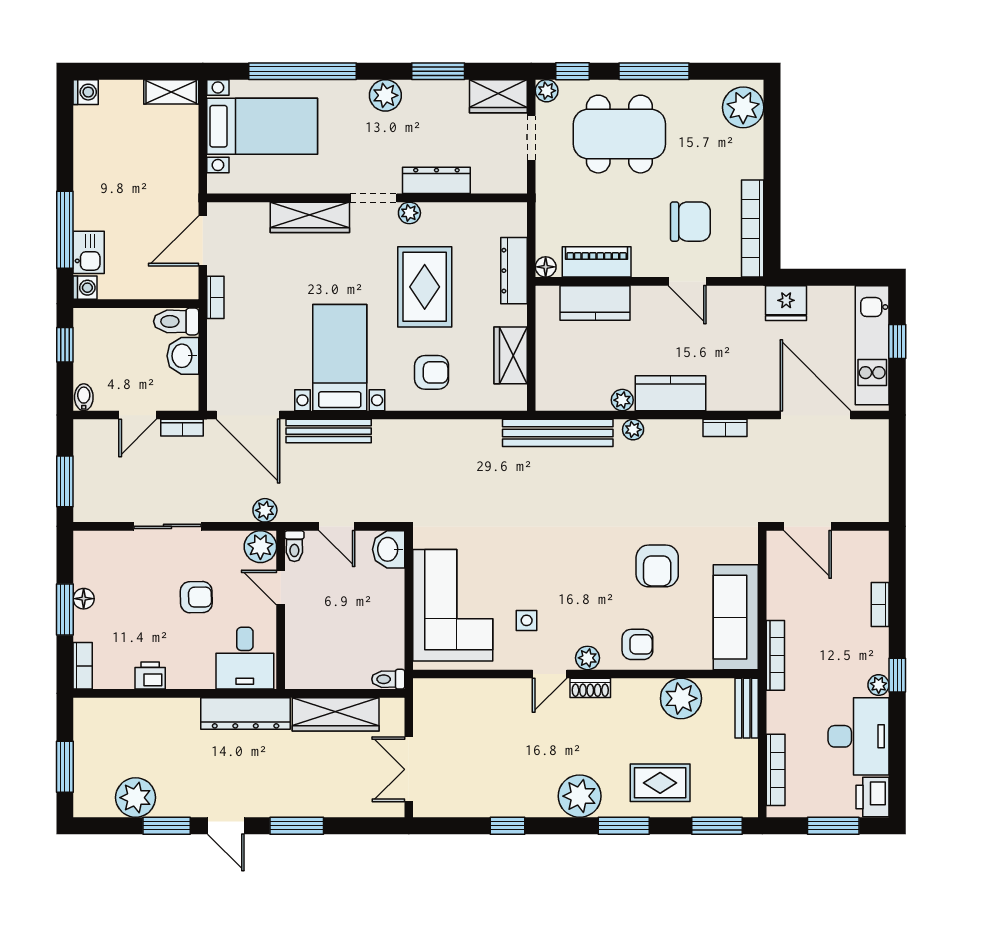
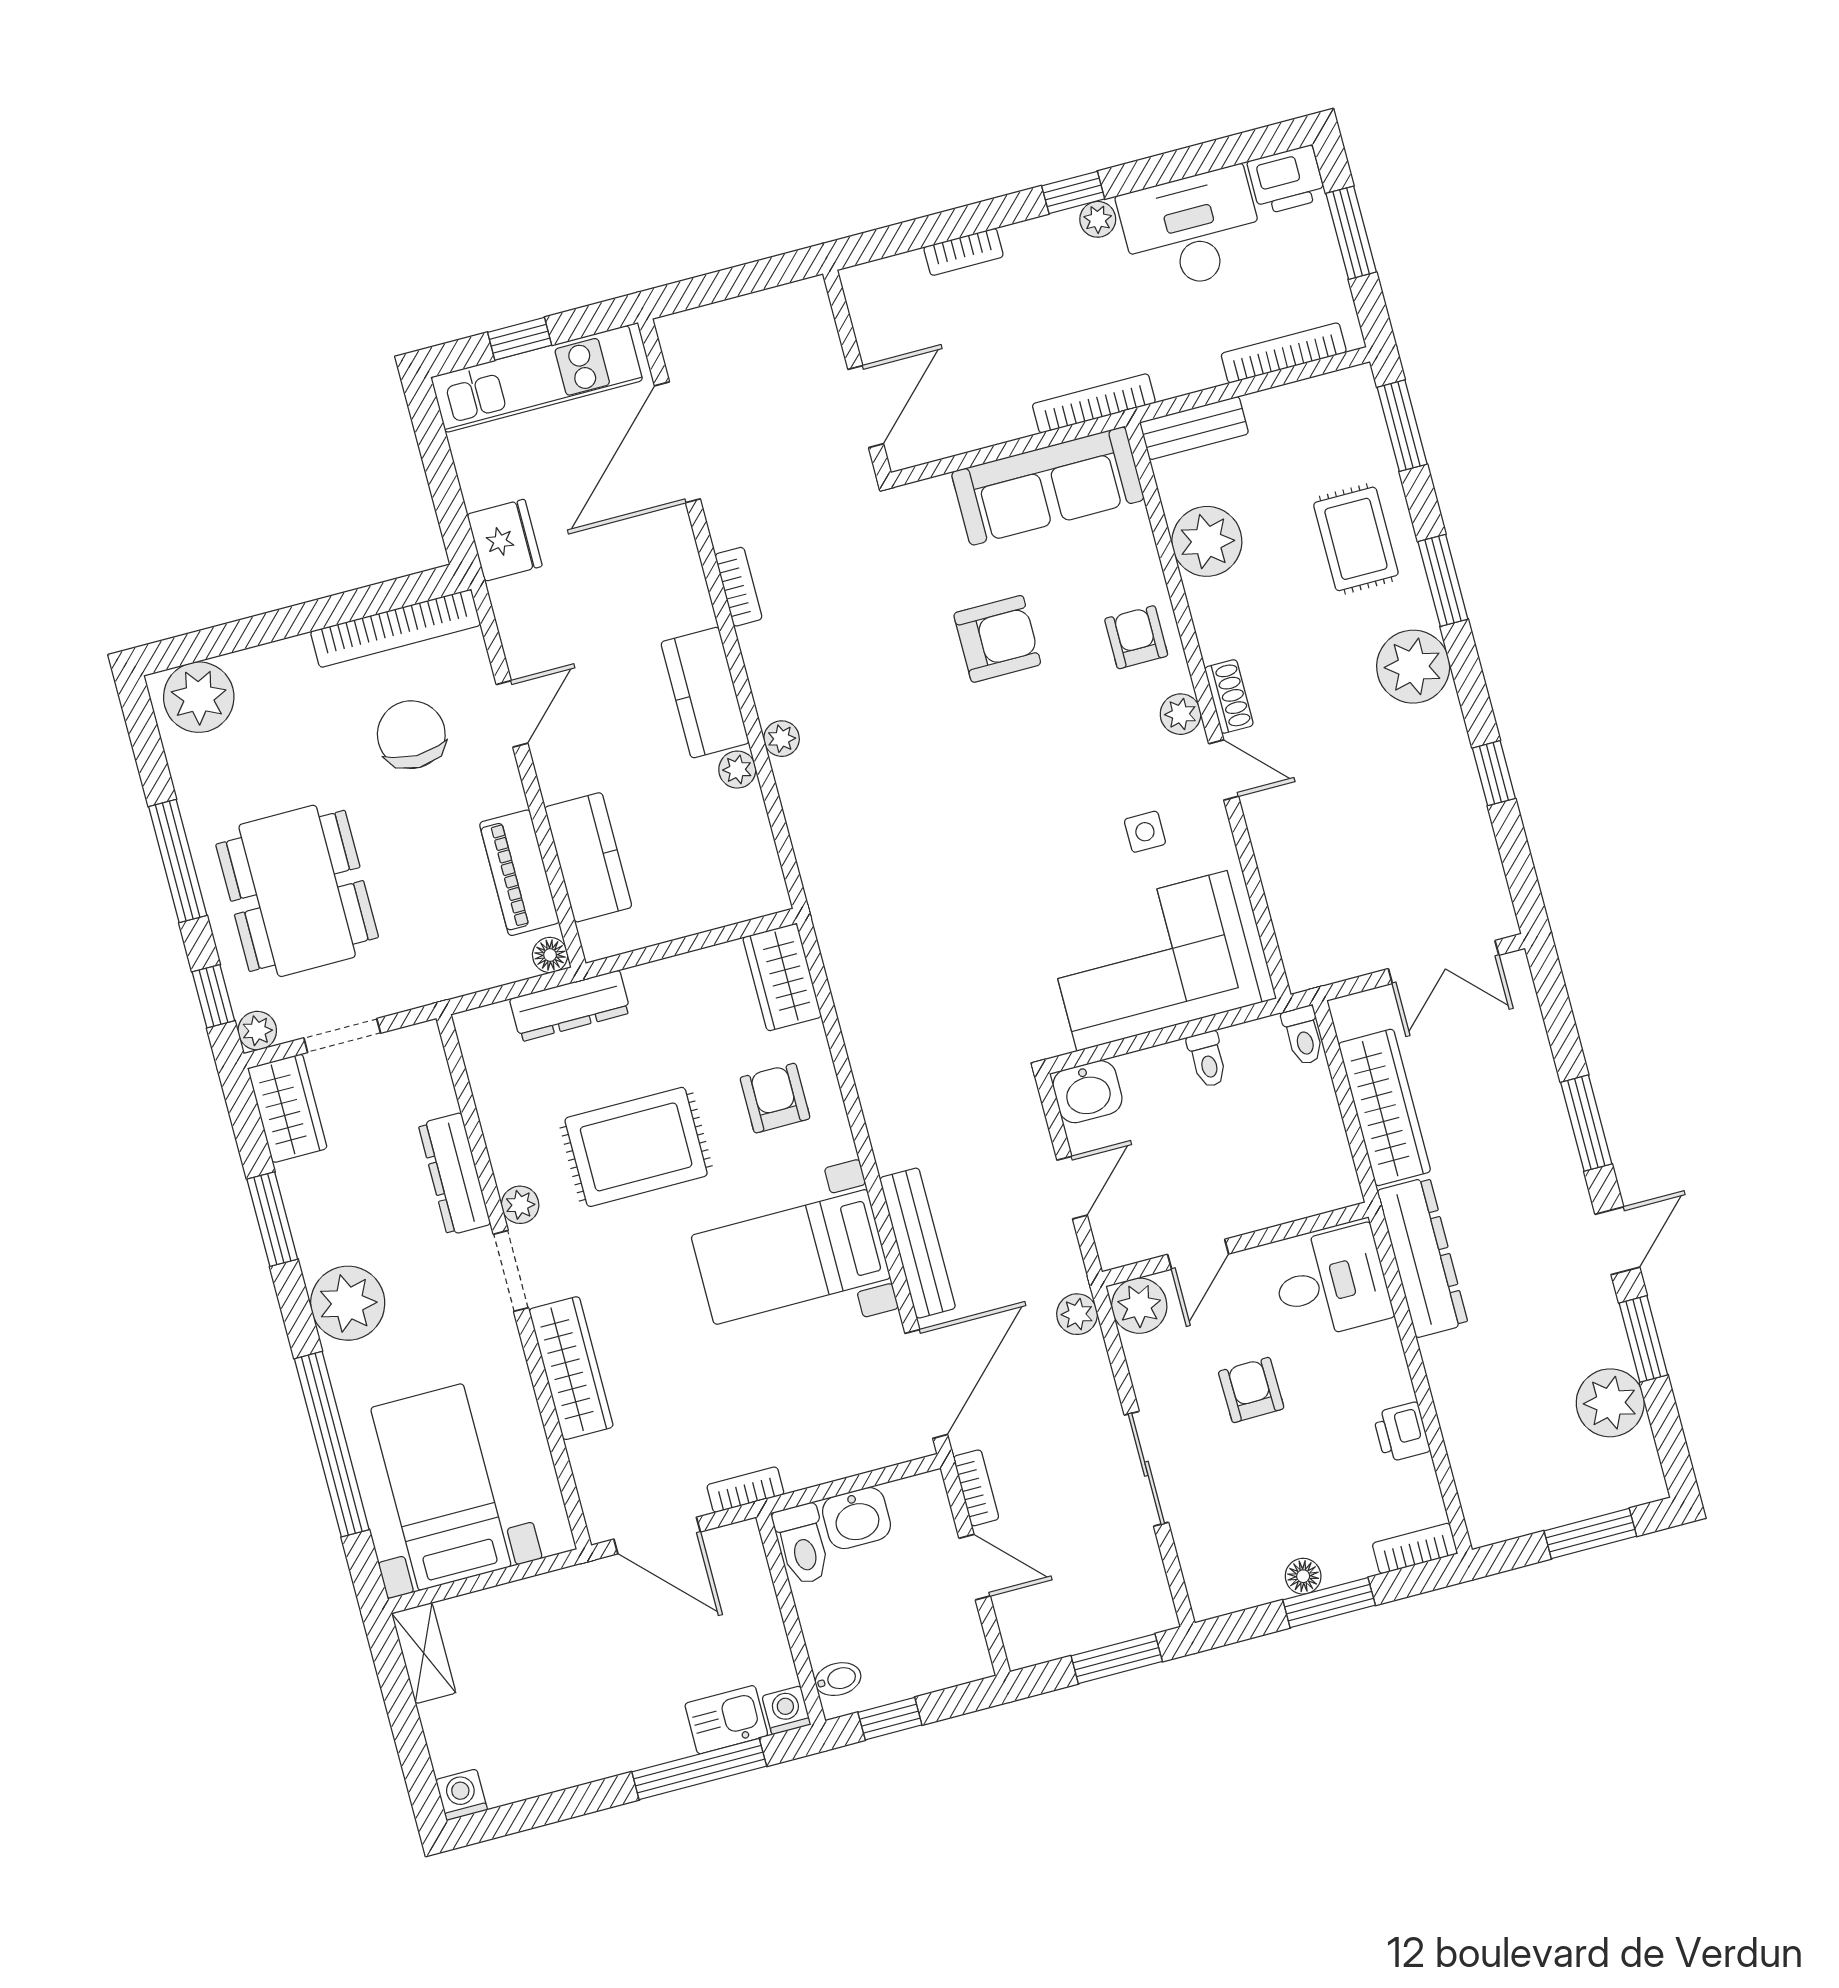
plant: (385, 95) -> (348, 1303), width x1.36, depth x1.36
wardrobe: (511, 355) -> (782, 977), moved, turned 90
bidet: (84, 397) -> (838, 1679), moved, turned 180
bench: (558, 433) -> (820, 862), removed
toilet: (294, 546) -> (1207, 1059), moved, turned 90

